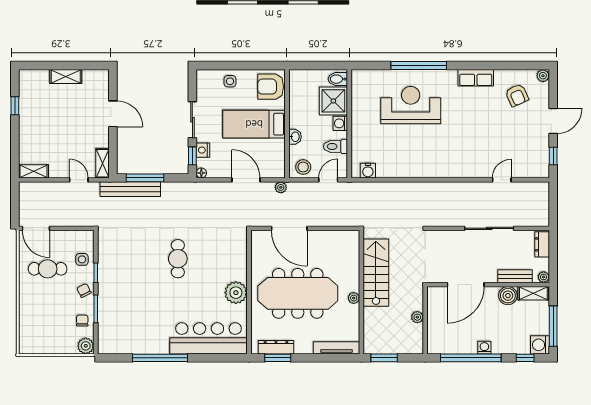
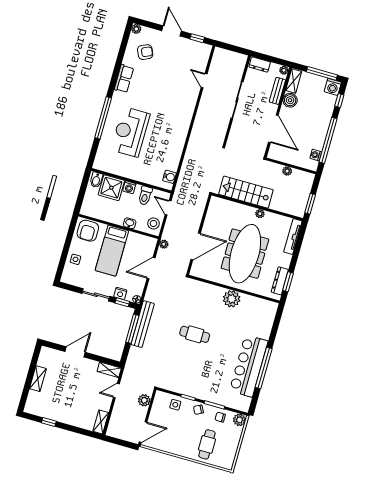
window: (145, 178) -> (132, 329), moved
bench: (130, 189) -> (143, 324), moved
plant: (76, 219) -> (144, 400), added
cafe table: (48, 269) -> (207, 444), moved
bar counter: (209, 338) -> (249, 366), moved
washing machine: (484, 348) -> (316, 155), moved

